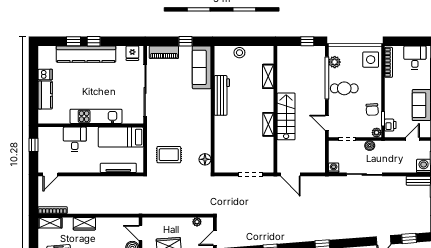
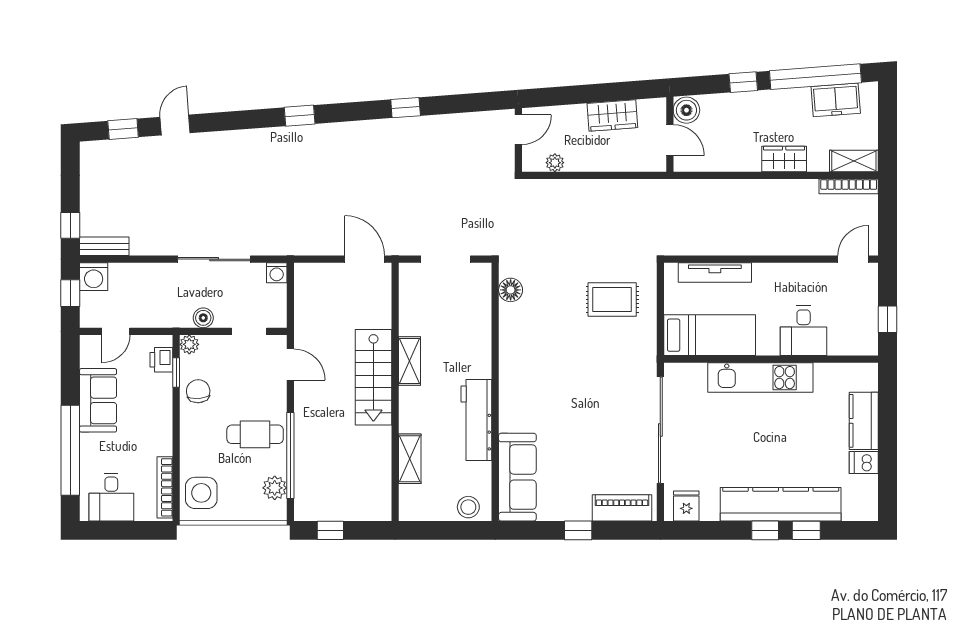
sofa: (202, 67) -> (517, 477), moved
workbench: (222, 95) -> (476, 420), moved
wall: (213, 109) -> (495, 392), moved
floor lamp: (205, 159) -> (511, 290), moved

